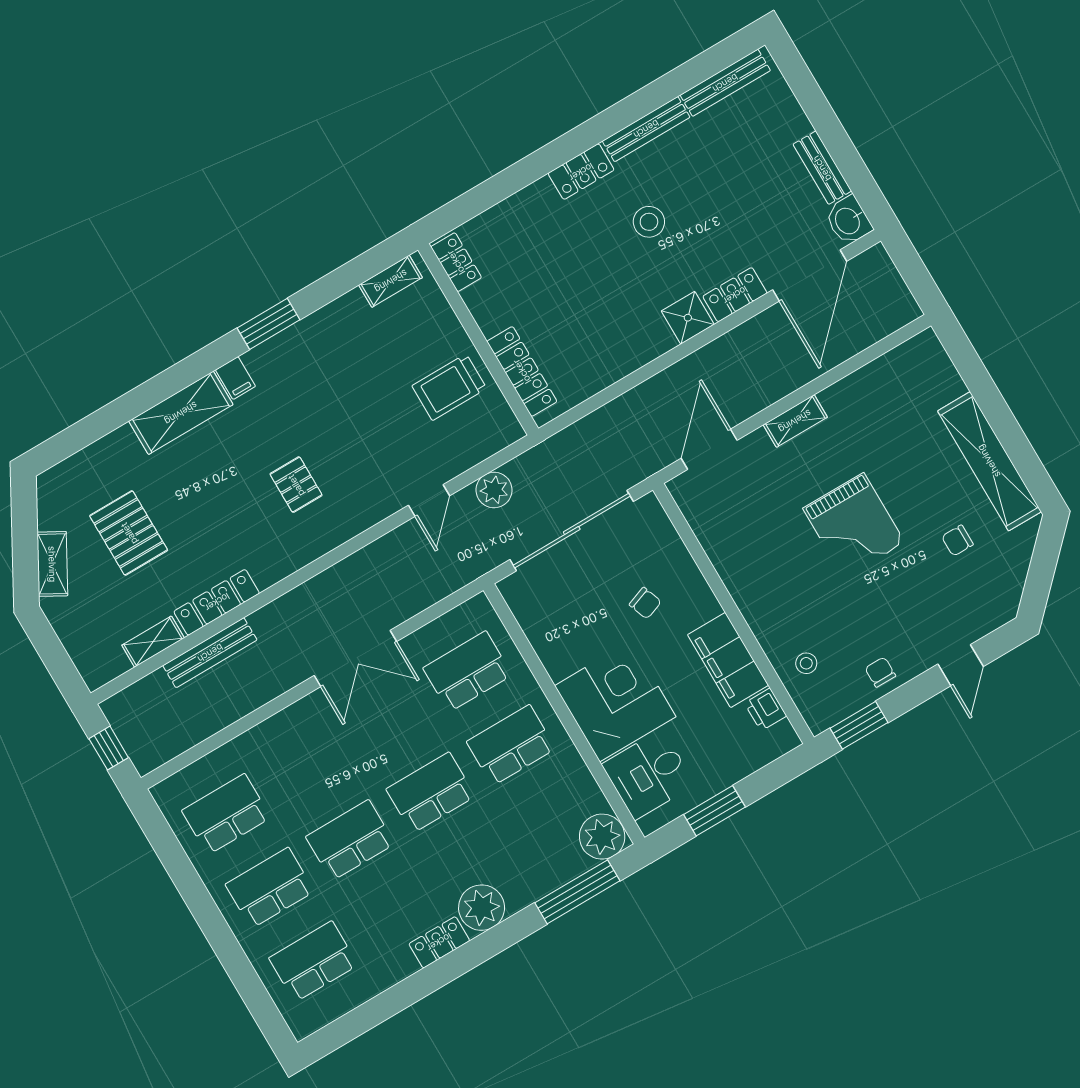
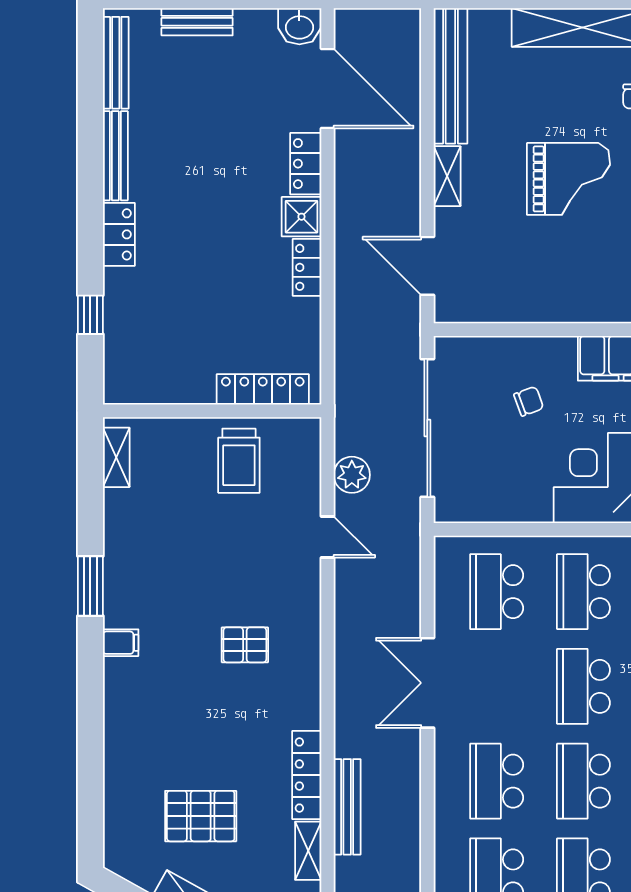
bench: (822, 168) -> (197, 22), moved
window: (499, 188) -> (90, 315), added
stool: (649, 222) -> (198, 201), removed
locker: (456, 262) -> (307, 267), moved, turned -90
bench: (882, 373) -> (450, 76), added
shelving: (181, 413) -> (123, 708), removed
double door: (355, 659) -> (427, 683), swing flipped
school desk: (307, 767) -> (497, 781), added

